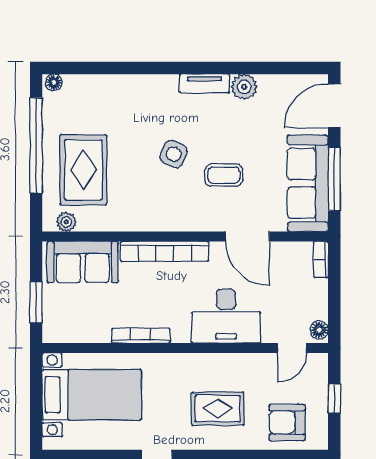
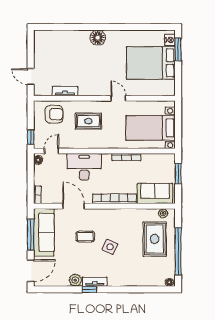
window: (215, 68) -> (90, 289), added
window: (334, 399) -> (31, 137), moved

